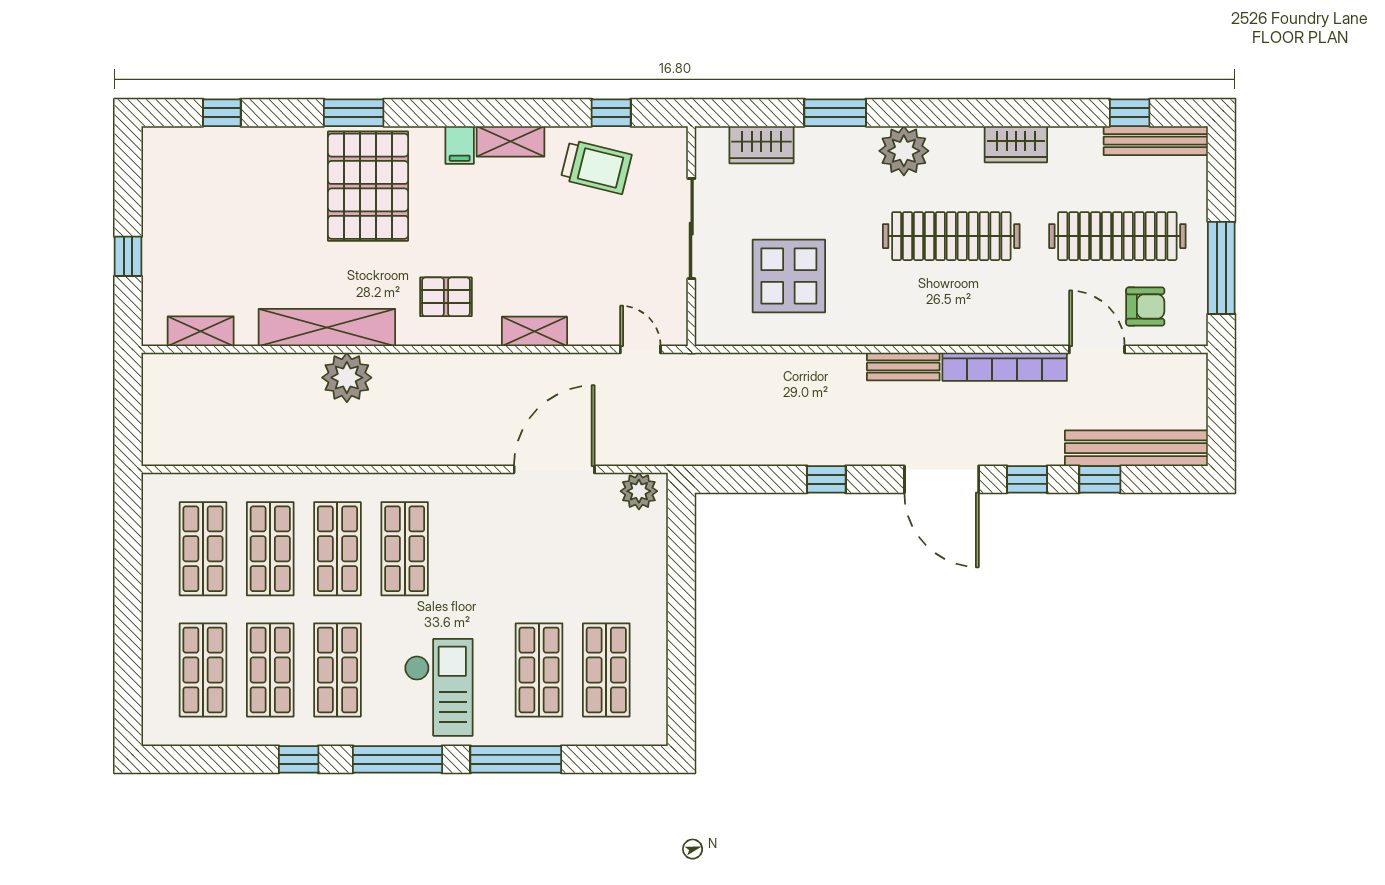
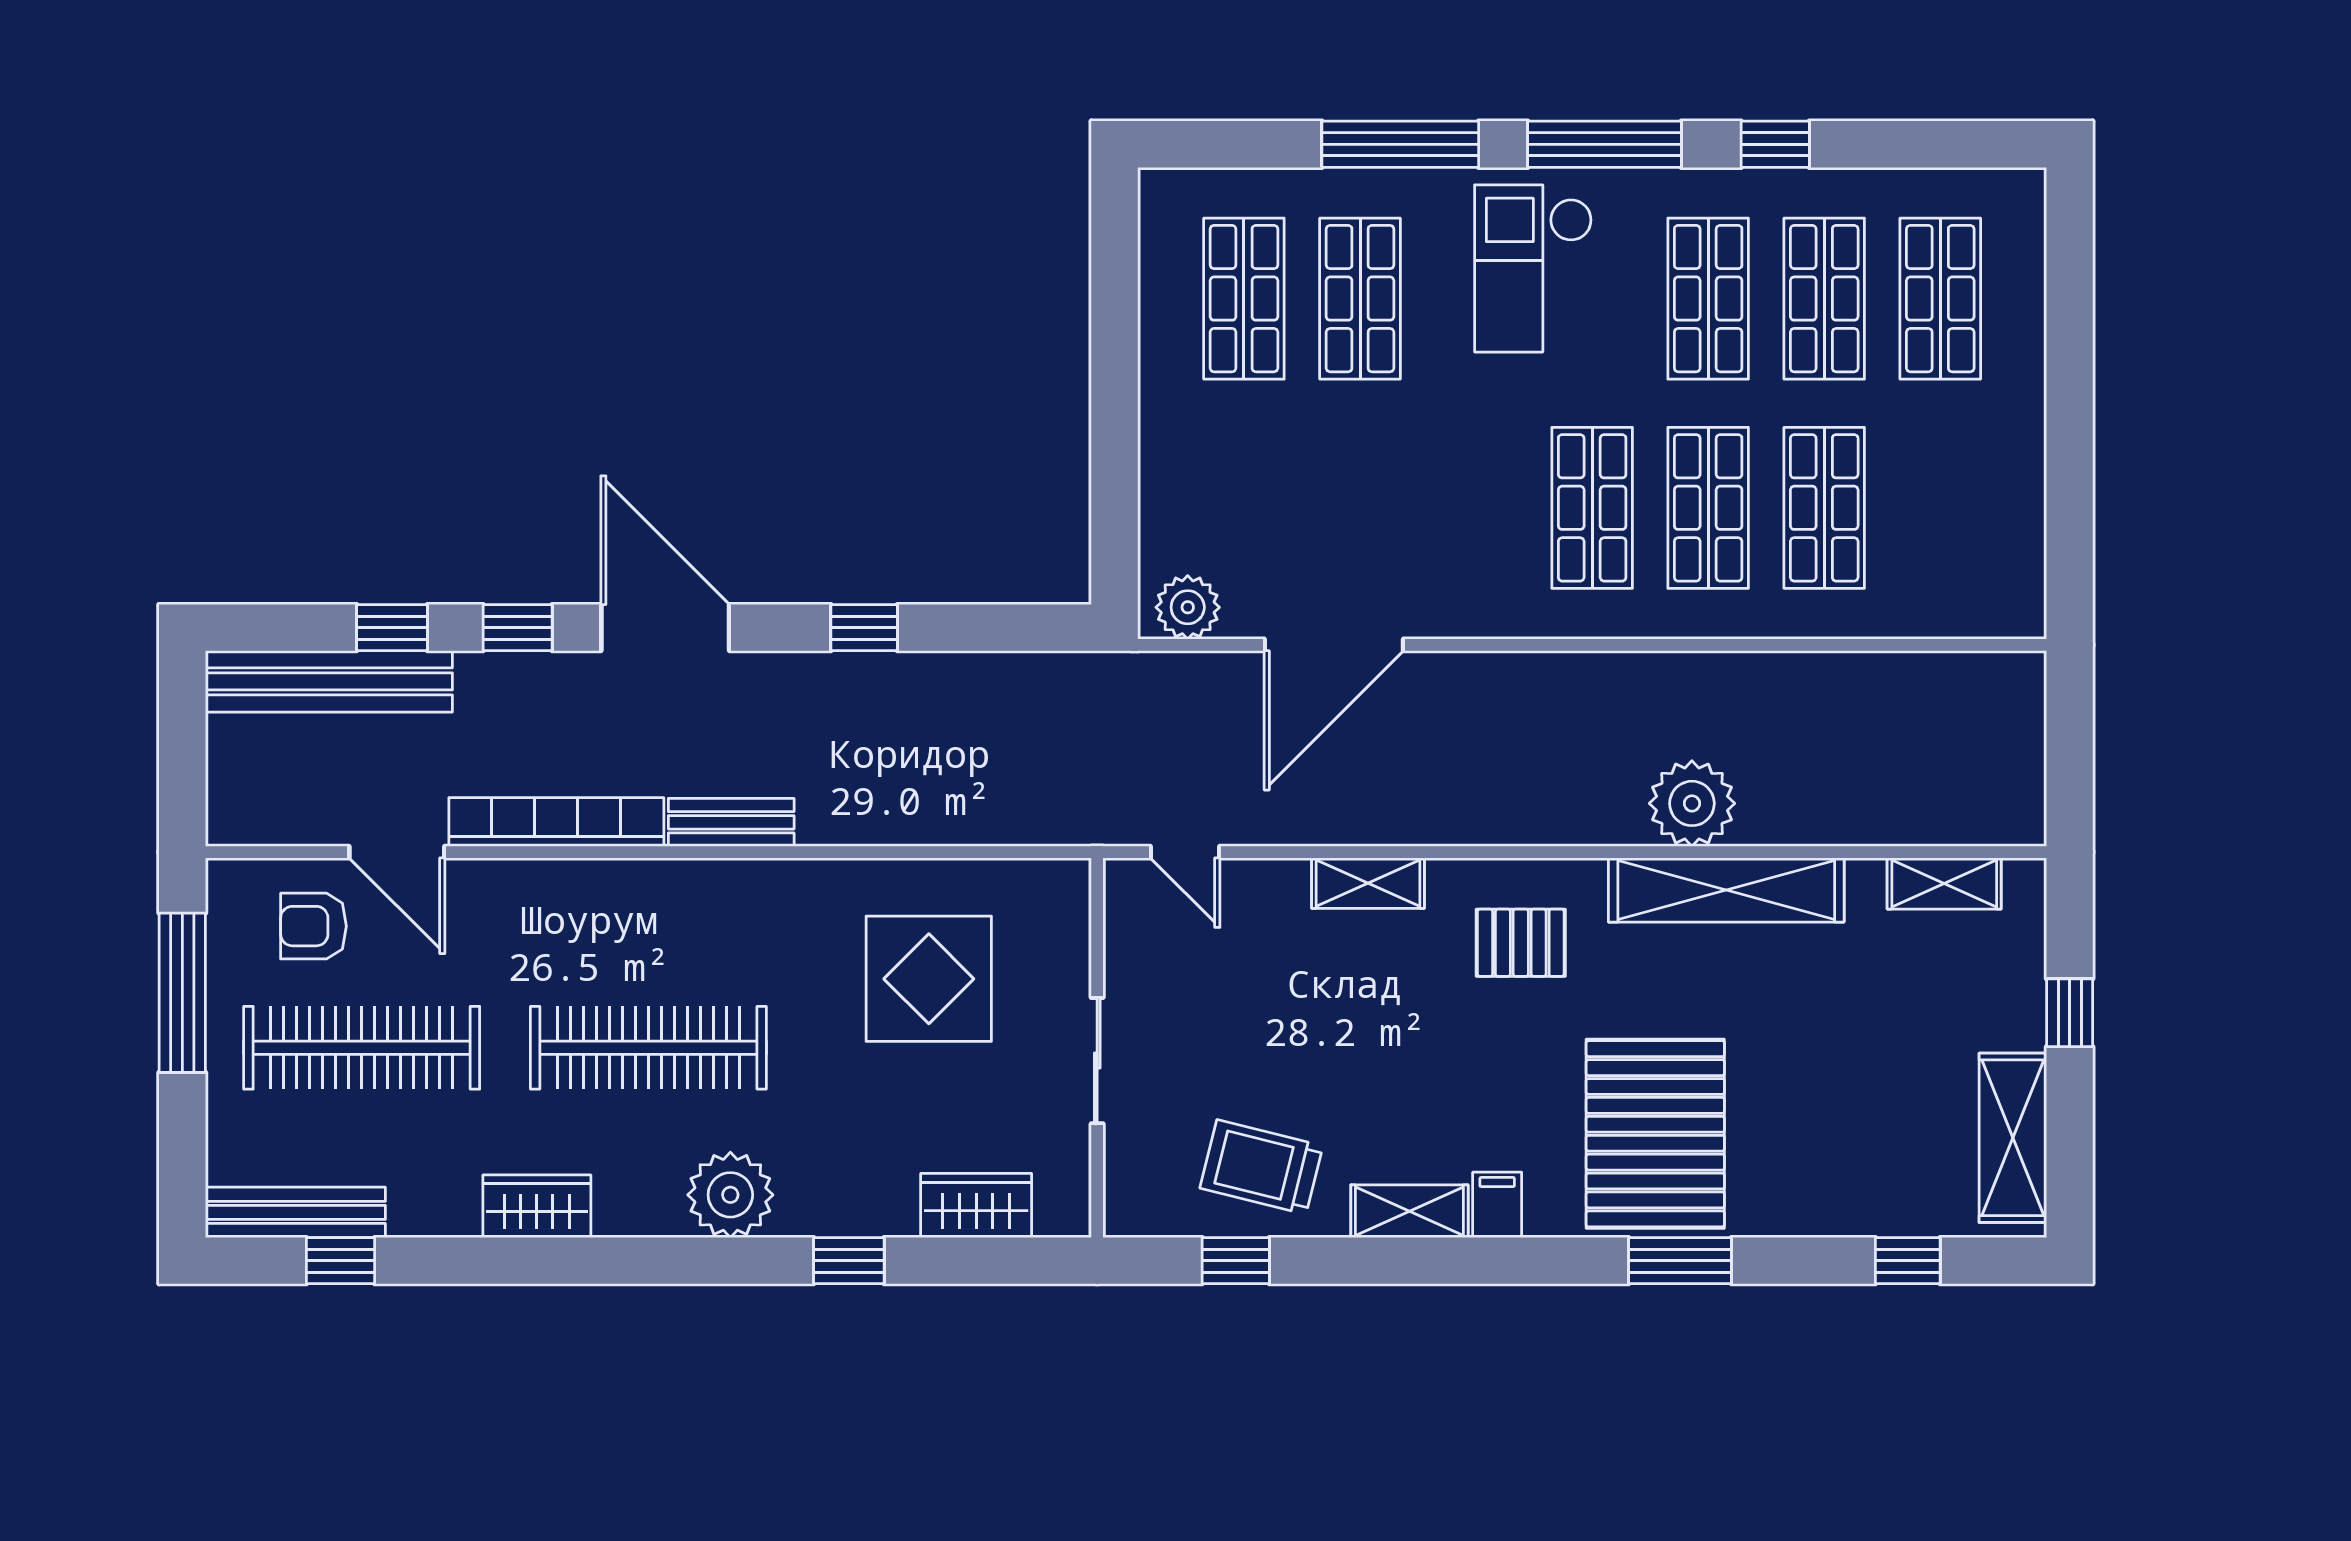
window: (835, 113) -> (849, 1261), width x0.67
shelving: (161, 184) -> (2013, 1138), added
sliding door: (691, 229) -> (1097, 1061), width x0.73
shop shelf: (203, 549) -> (1940, 508), removed

